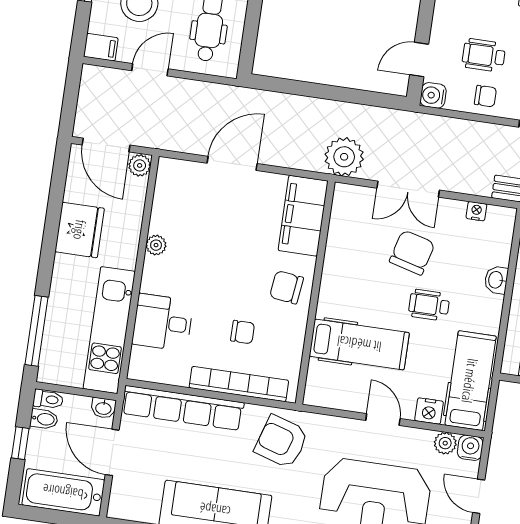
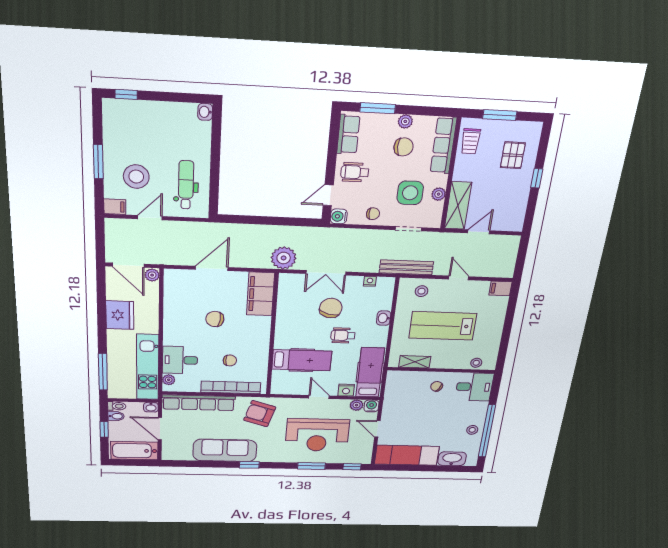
wheelchair: (484, 55) -> (355, 172), moved
plant: (156, 245) -> (169, 380), moved
chair: (286, 287) -> (215, 319), moved

